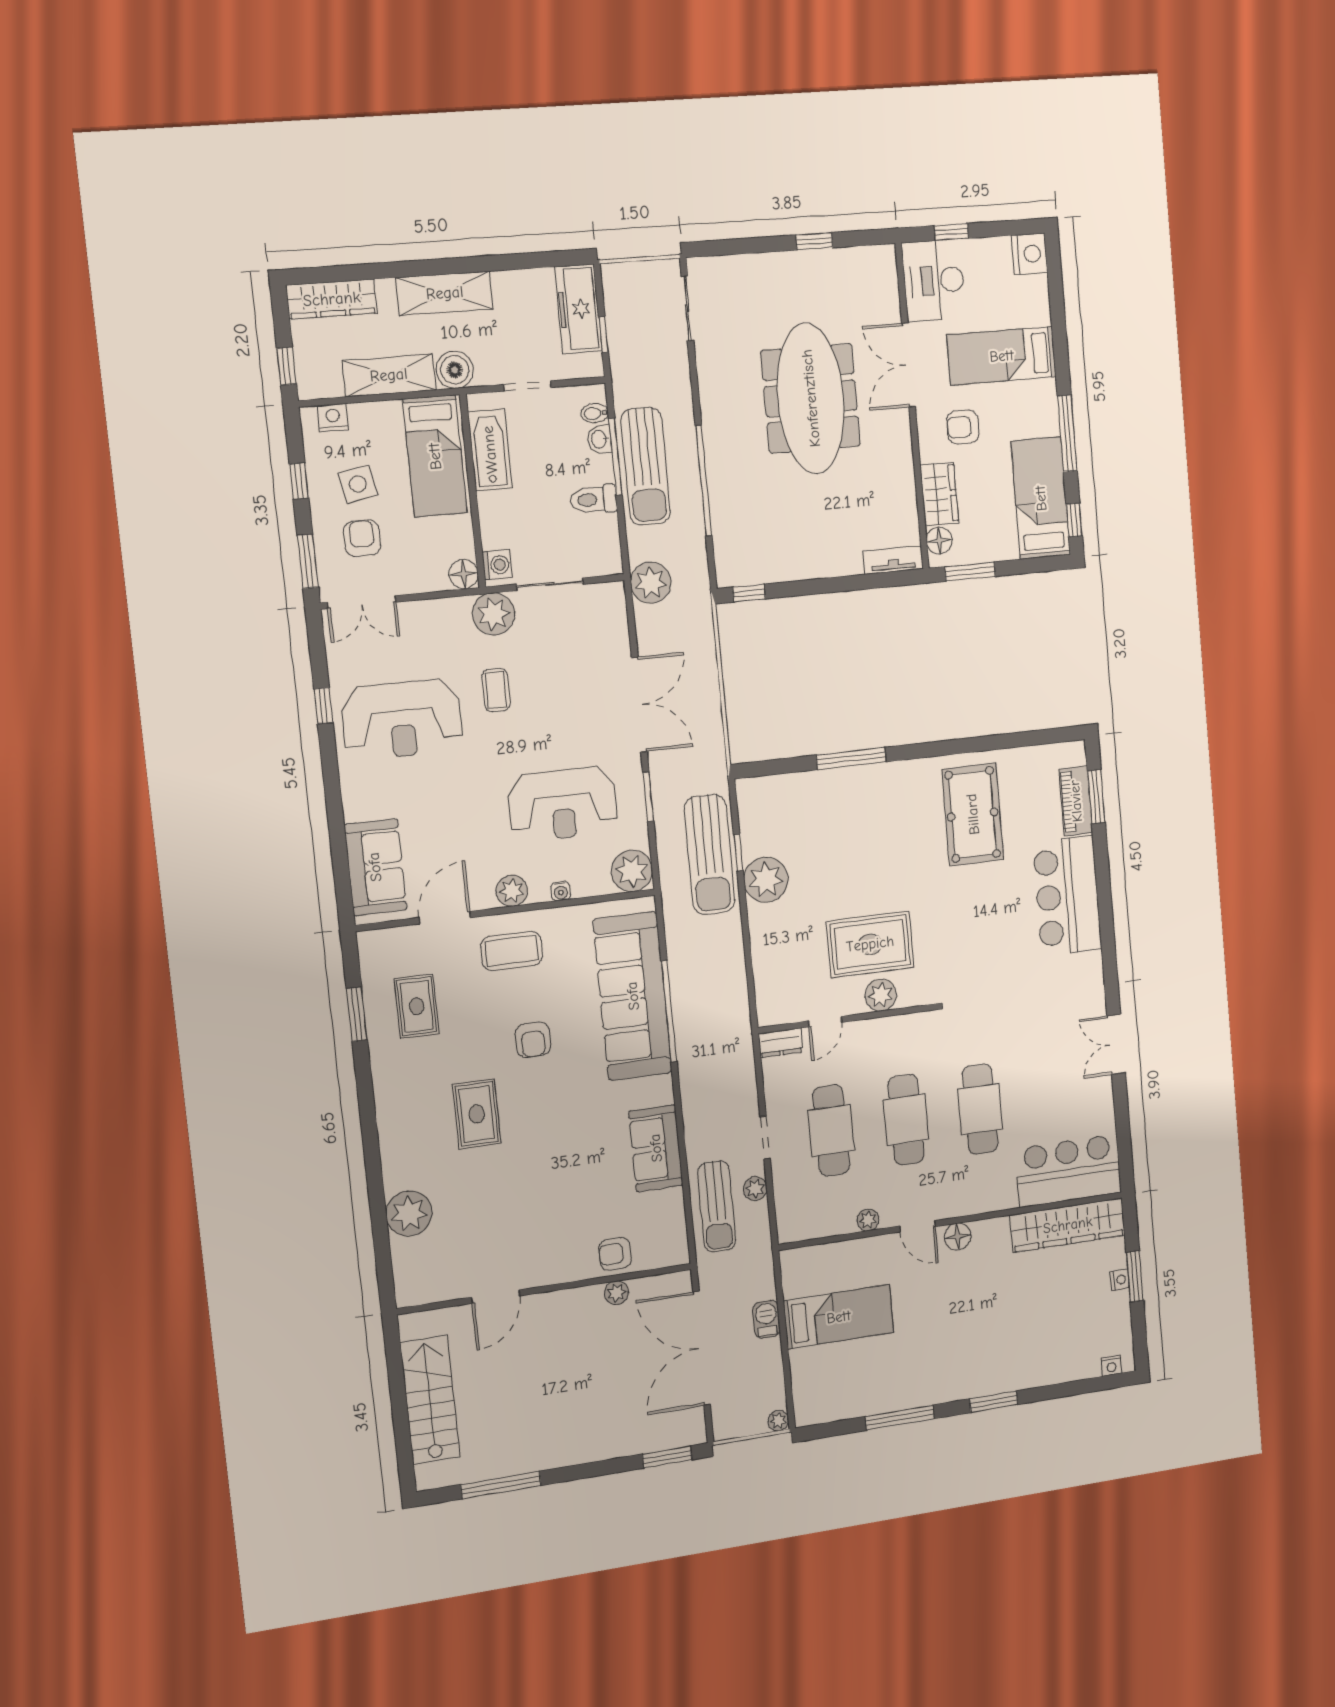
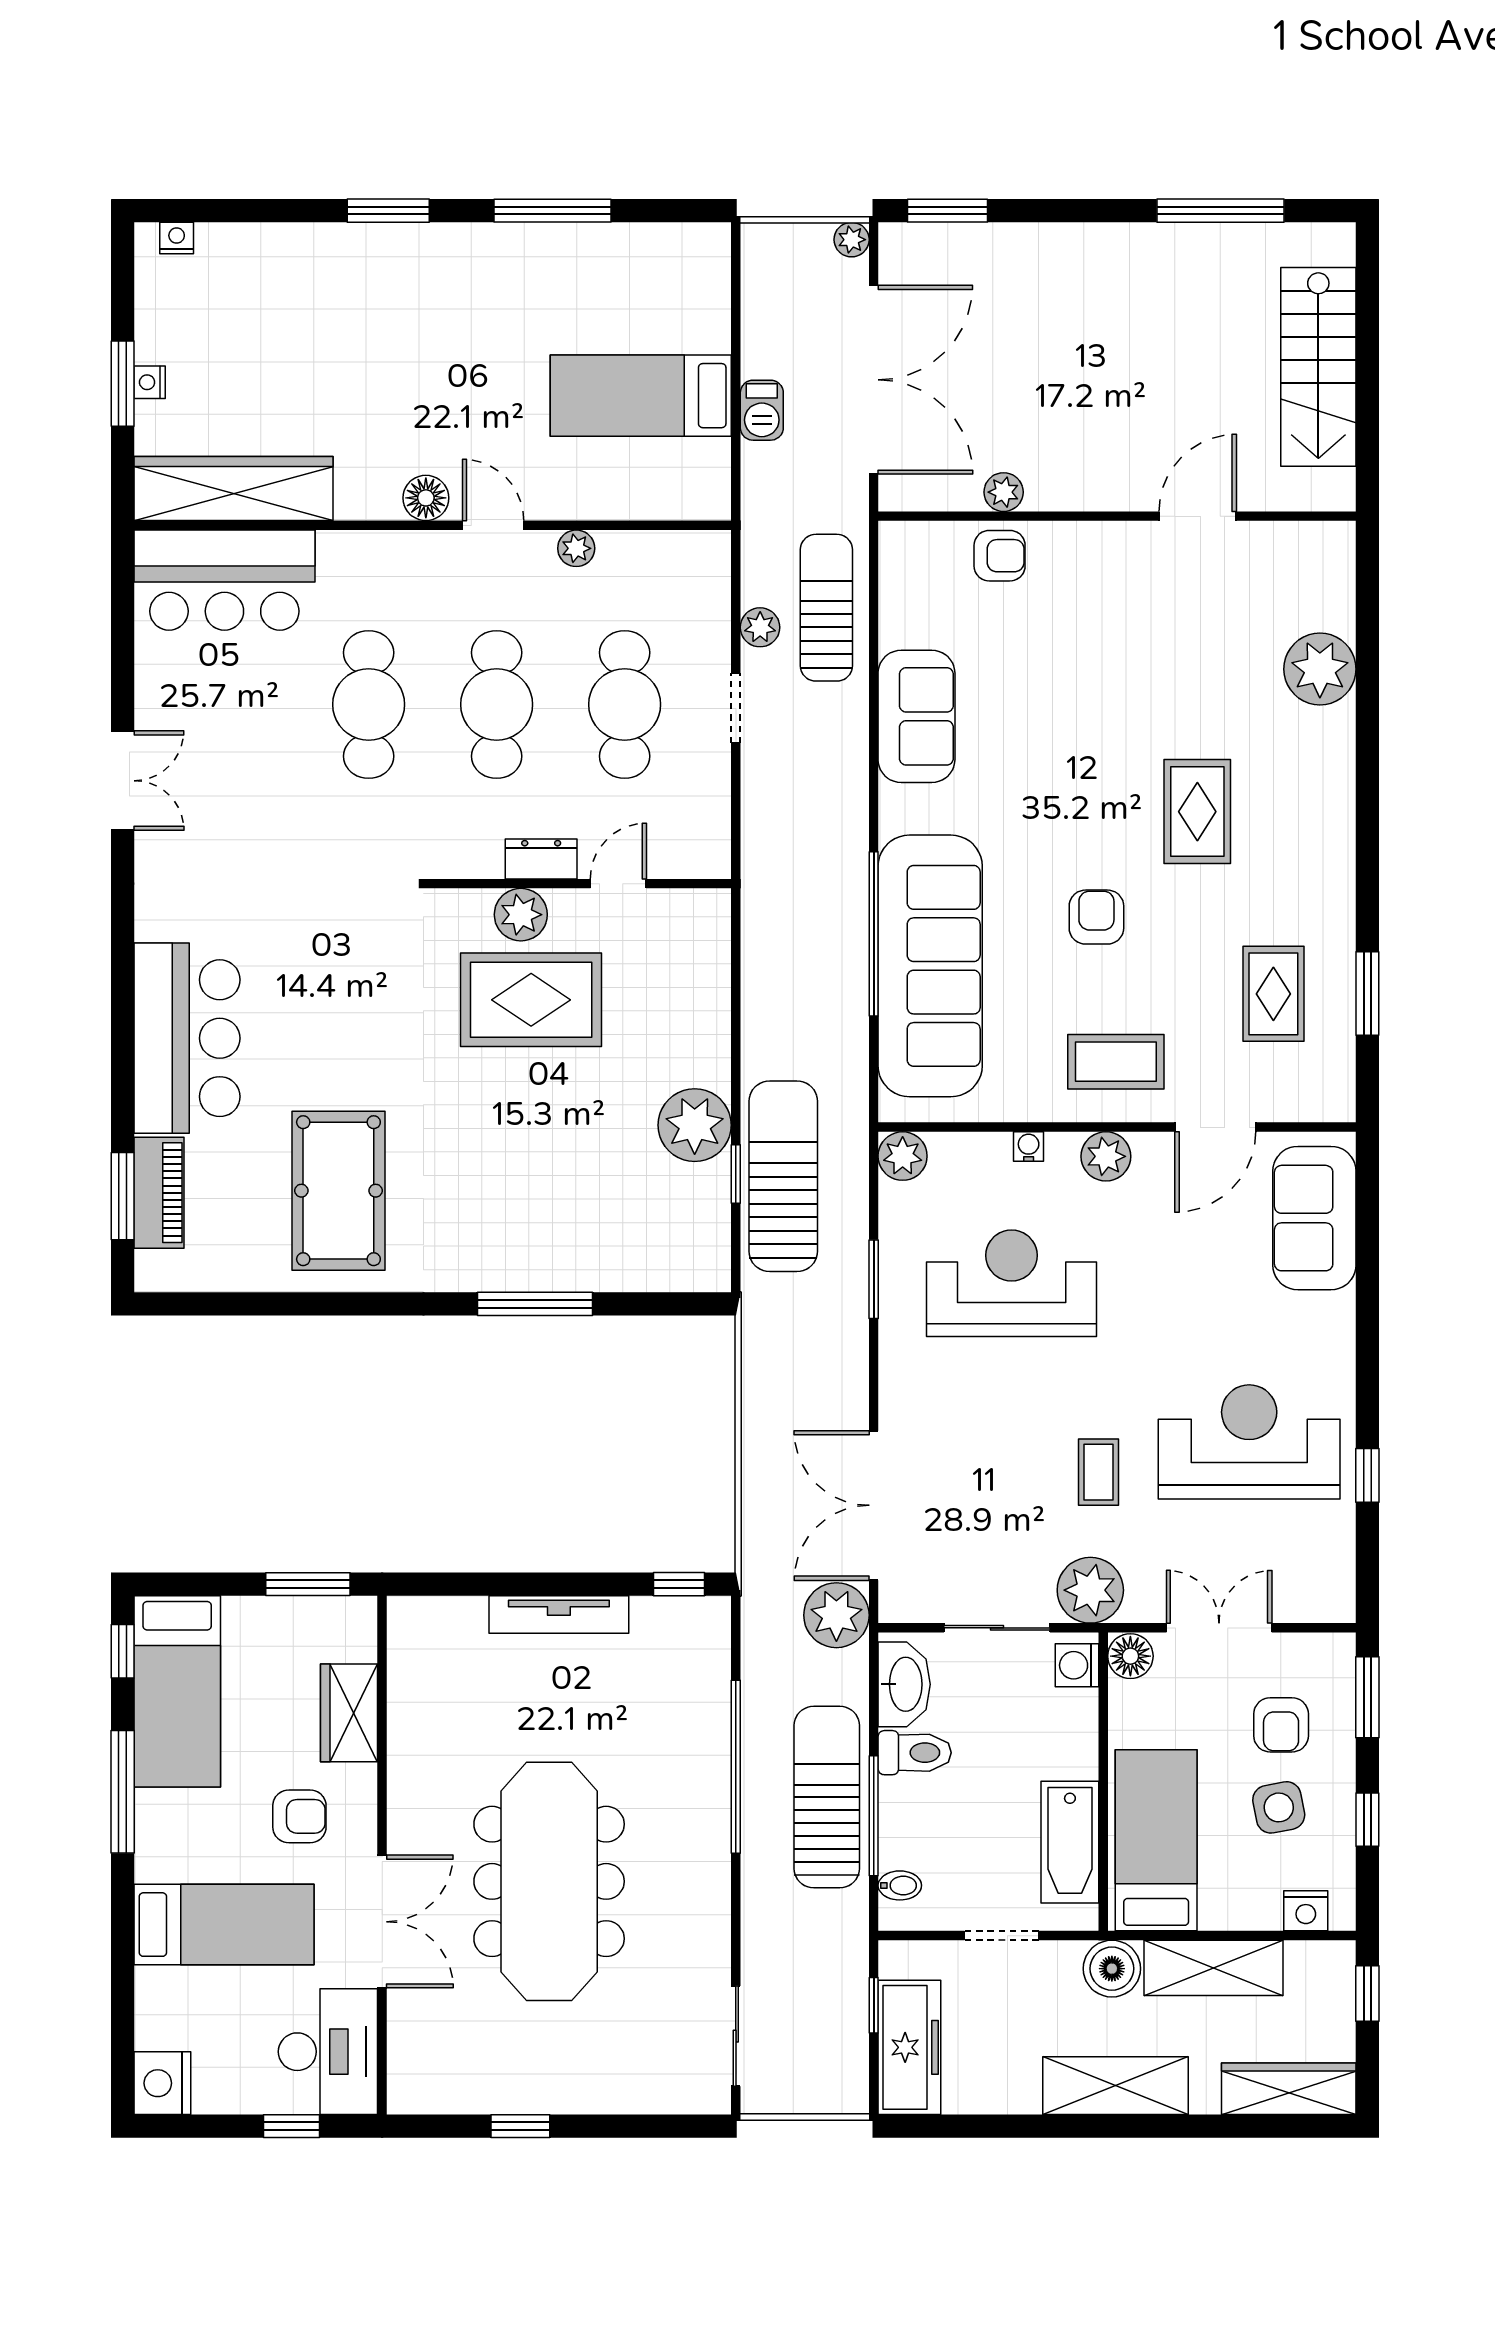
washbasin: (599, 439) -> (904, 1684), moved, width x1.91, depth x1.45
floor lamp: (939, 541) -> (356, 1638), removed
tv unit: (893, 560) -> (559, 1615), moved, width x1.41
double door: (362, 602) -> (1219, 1628), moved
double door: (639, 705) -> (874, 1505), moved
plant: (632, 871) -> (903, 1156), width x0.73, depth x0.73
dresser: (781, 1043) -> (541, 859), moved
plant: (778, 1421) -> (852, 240), moved

